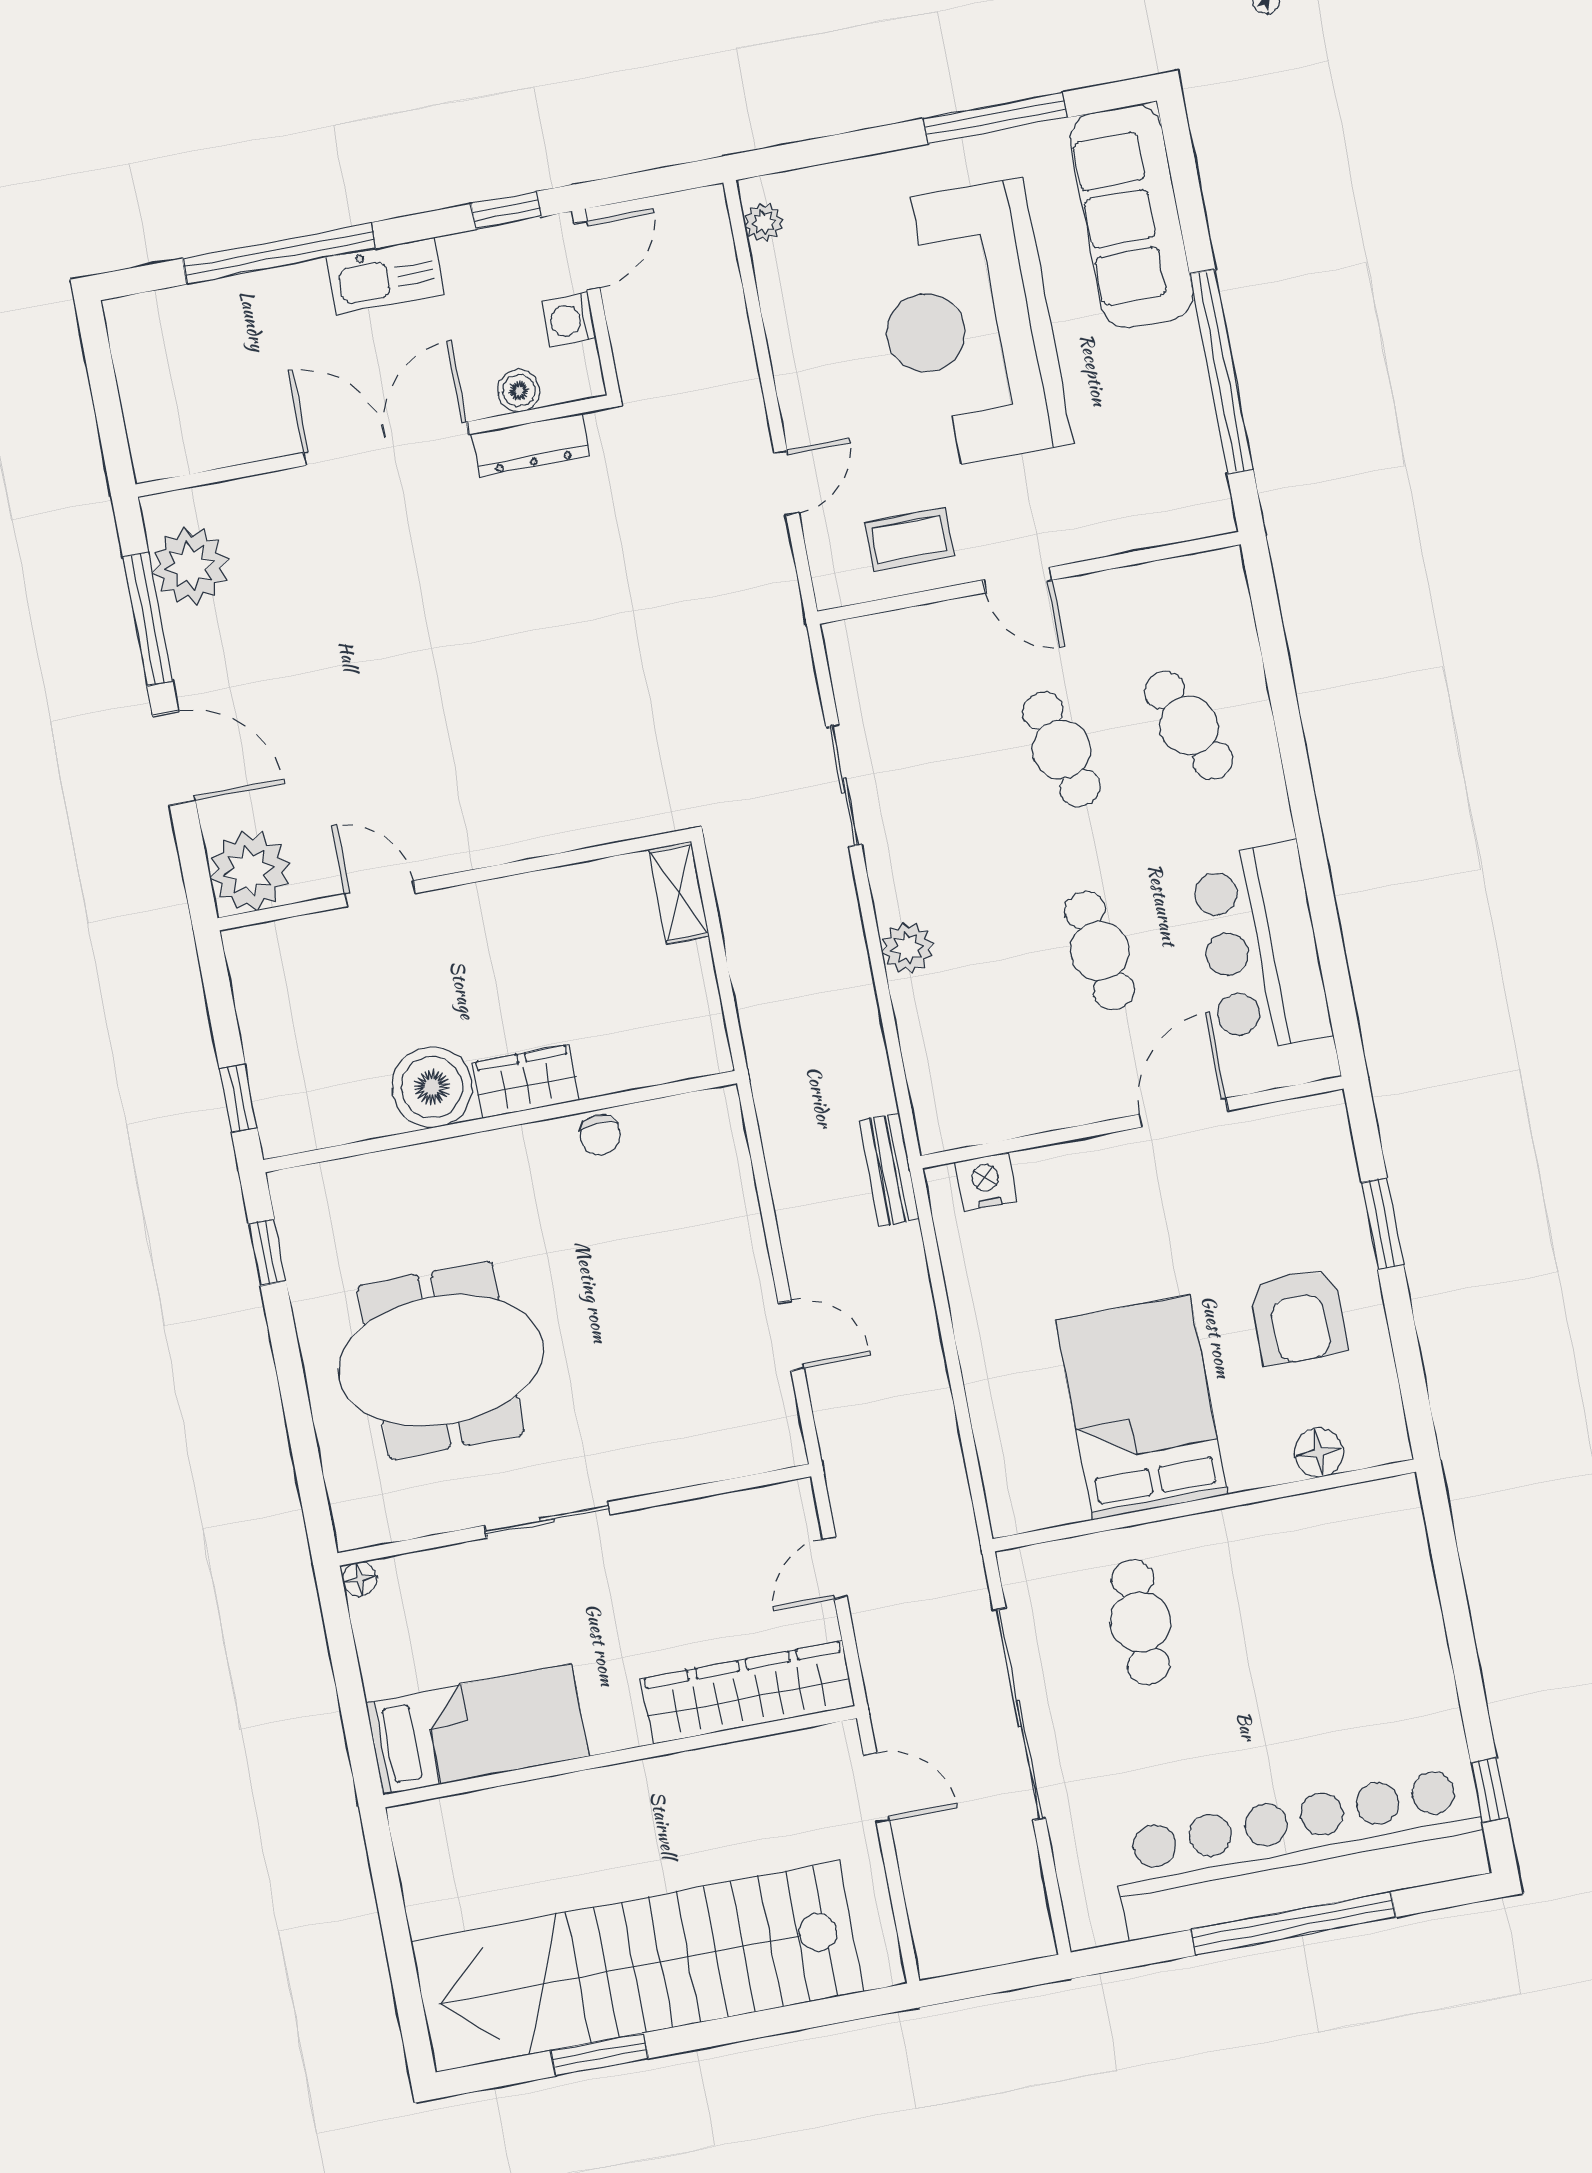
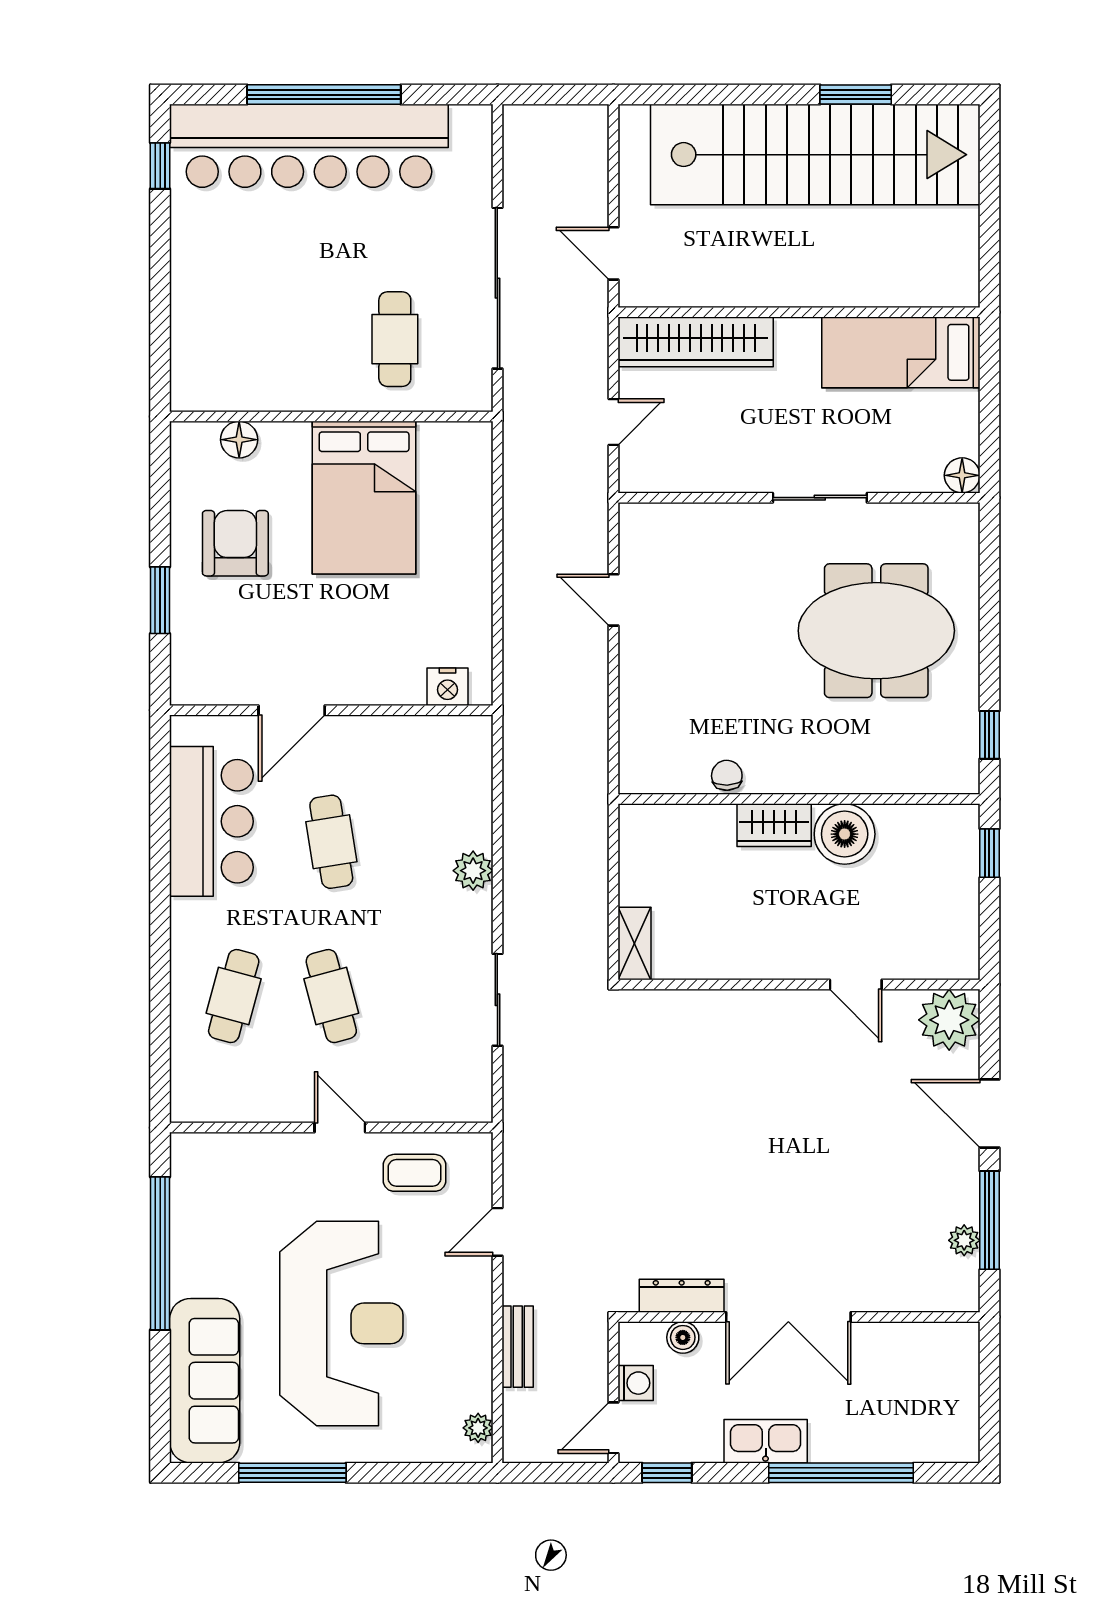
plant: (190, 566) -> (964, 1240), width x0.53, depth x0.53
cafe table: (1189, 725) -> (234, 996), turned 39
bench: (889, 1170) -> (518, 1347), moved
floor lamp: (360, 1579) -> (962, 475), width x1.37, depth x1.37

